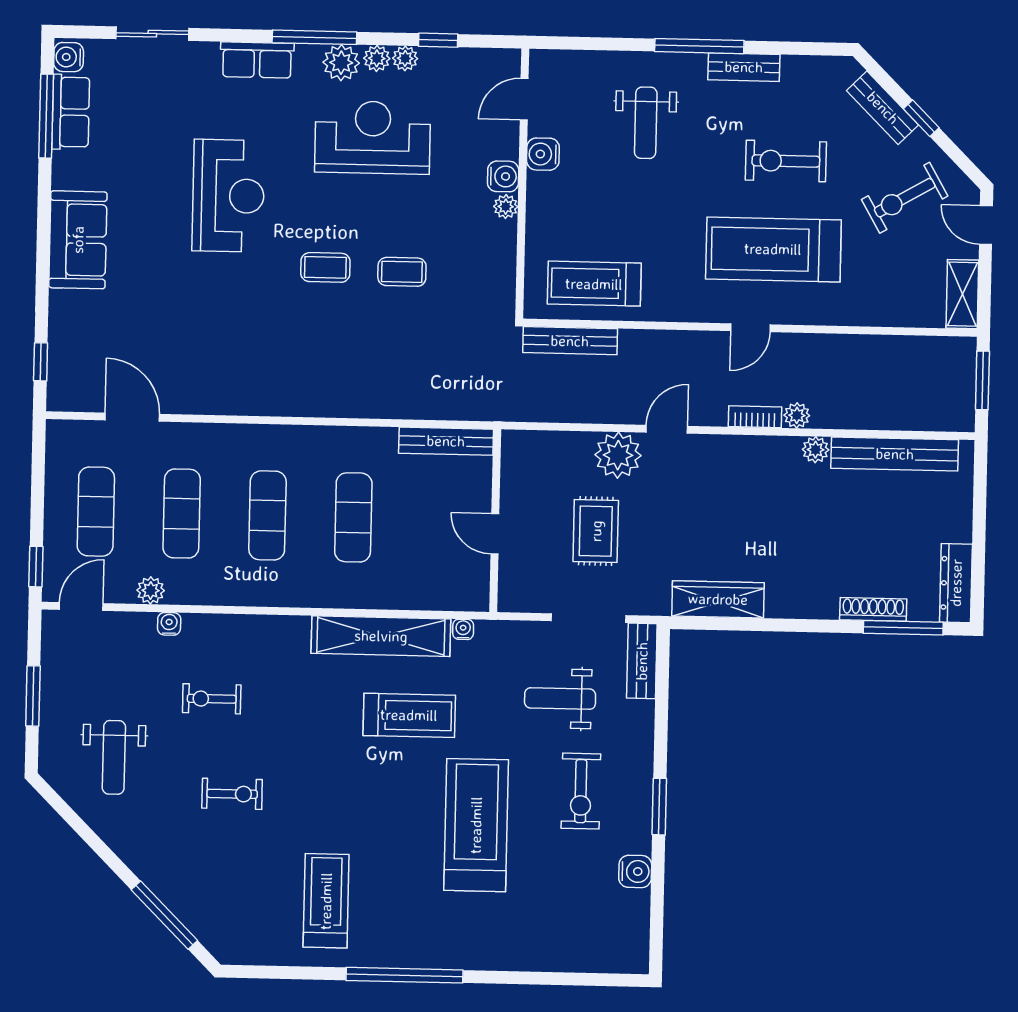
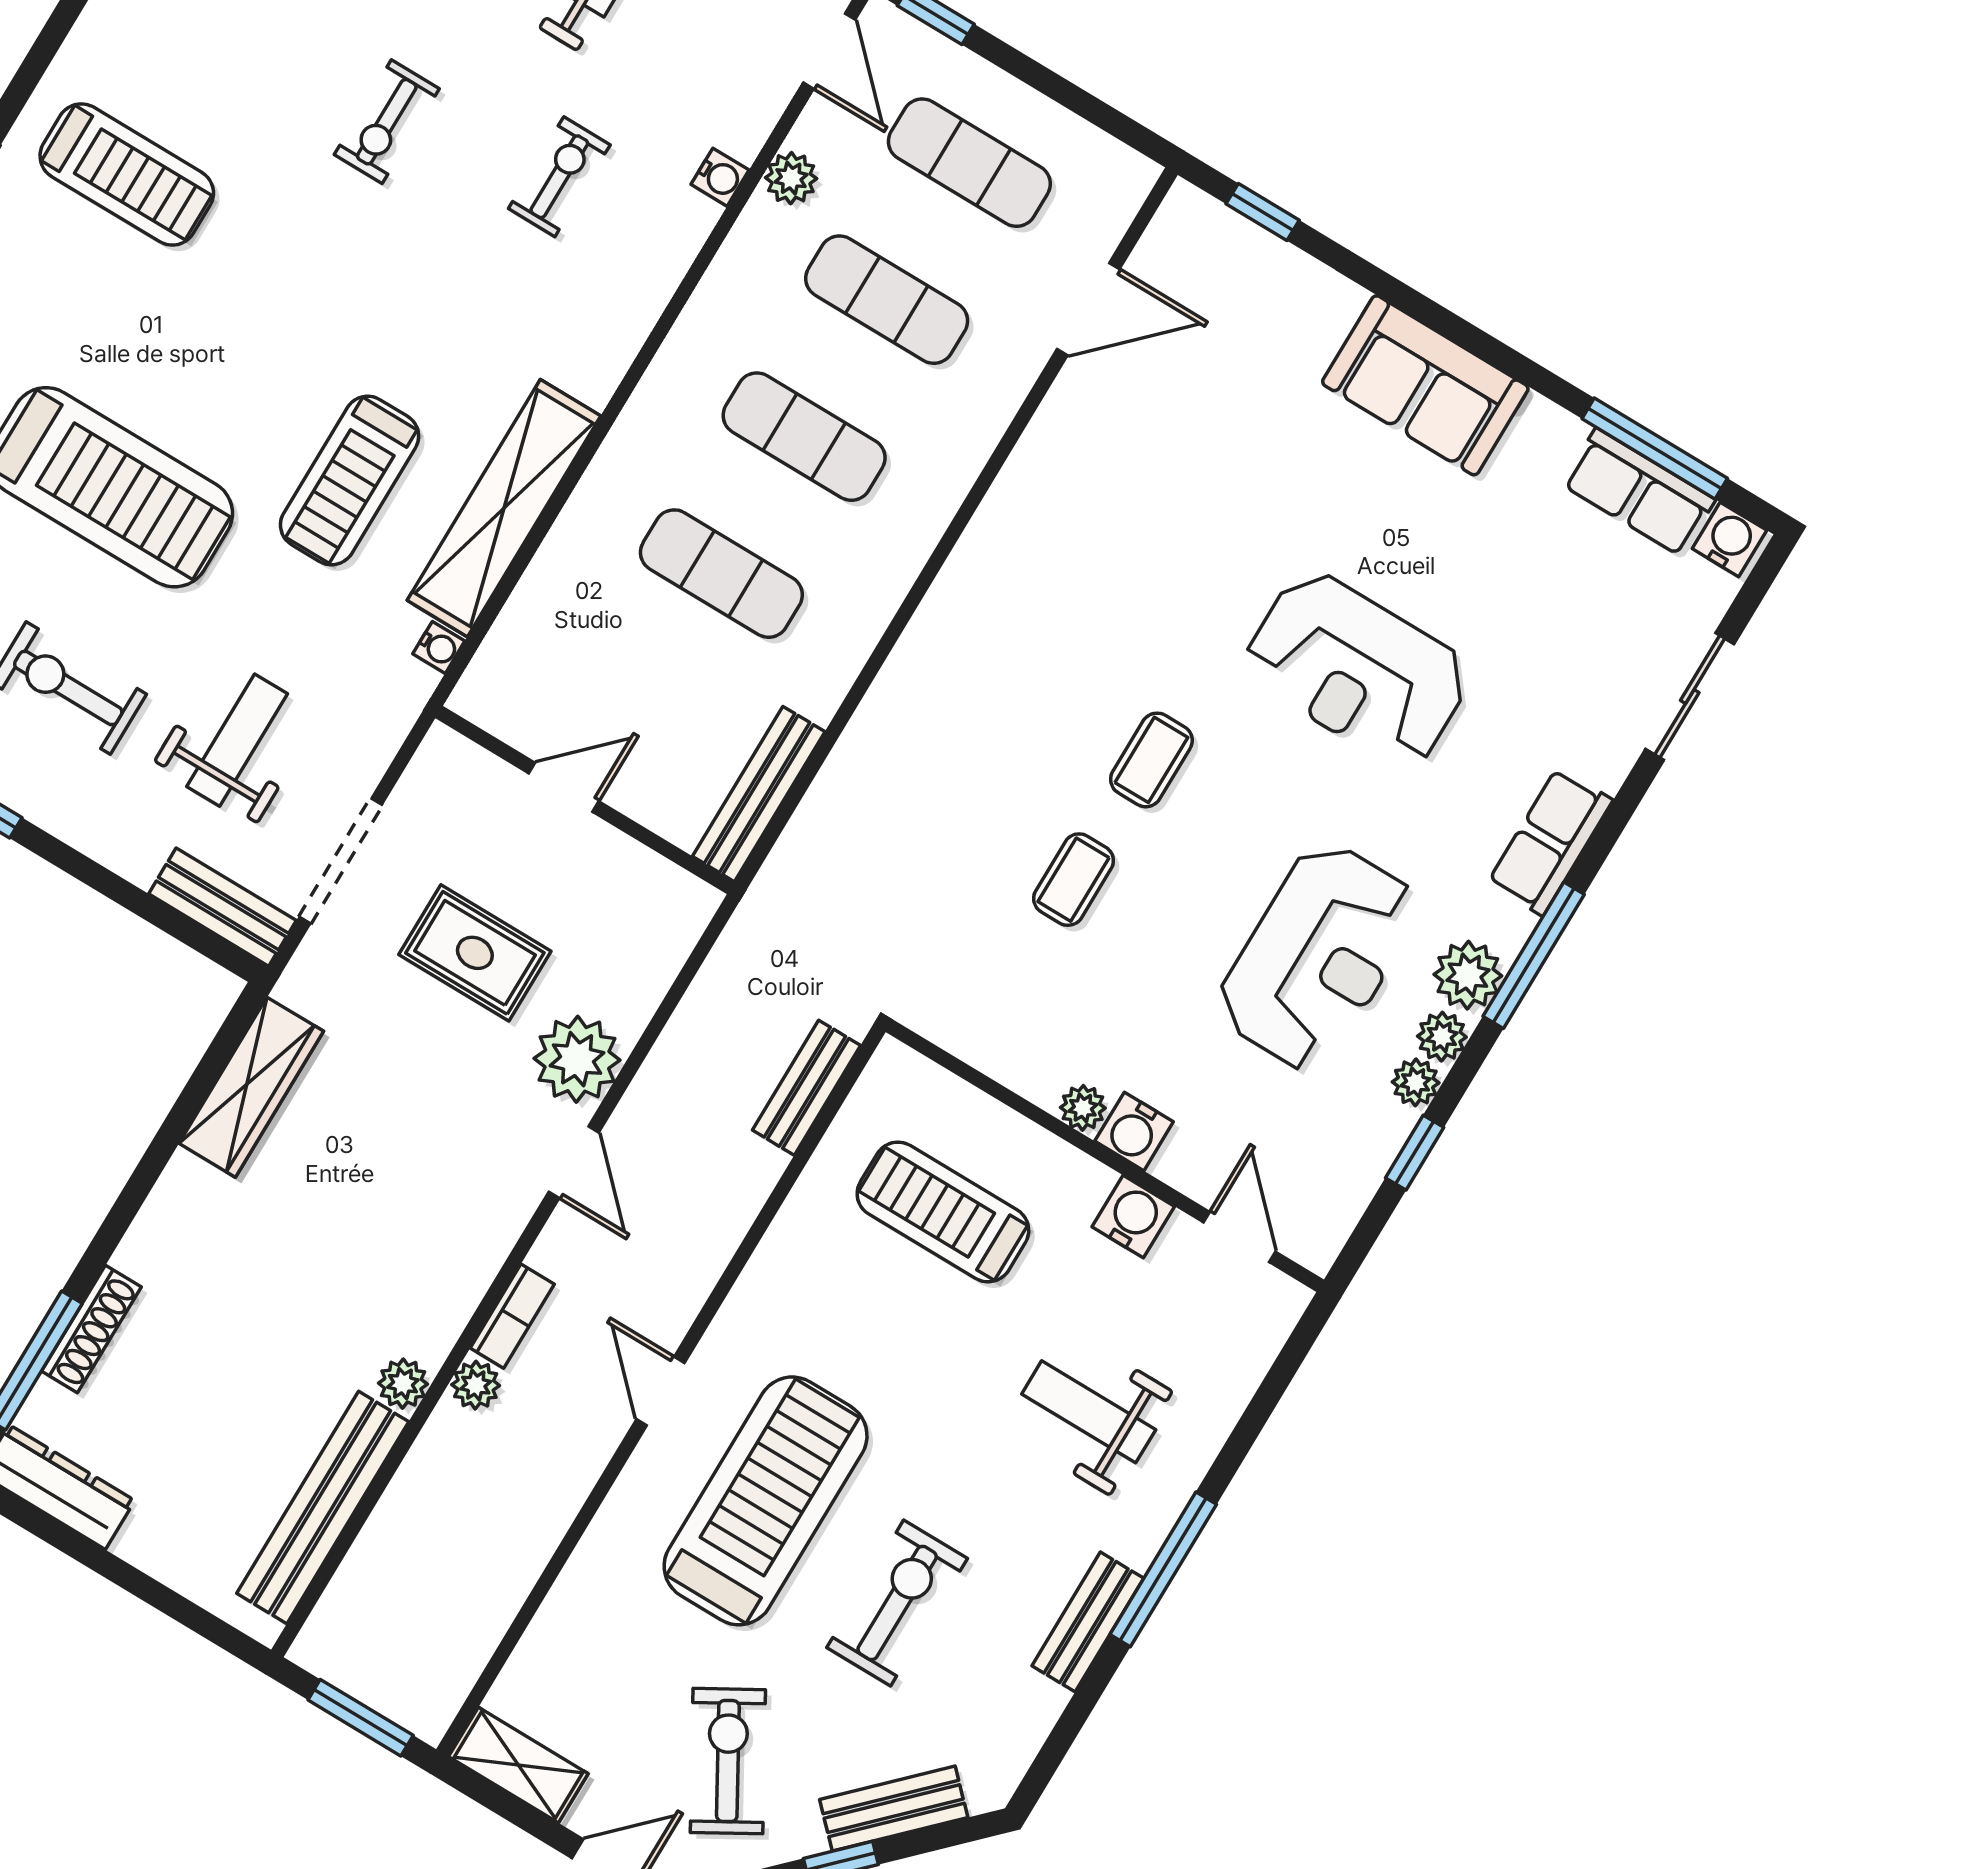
treadmill: (594, 284) -> (943, 1212), moved, turned -90
bench: (570, 341) -> (806, 1088), width x0.73

